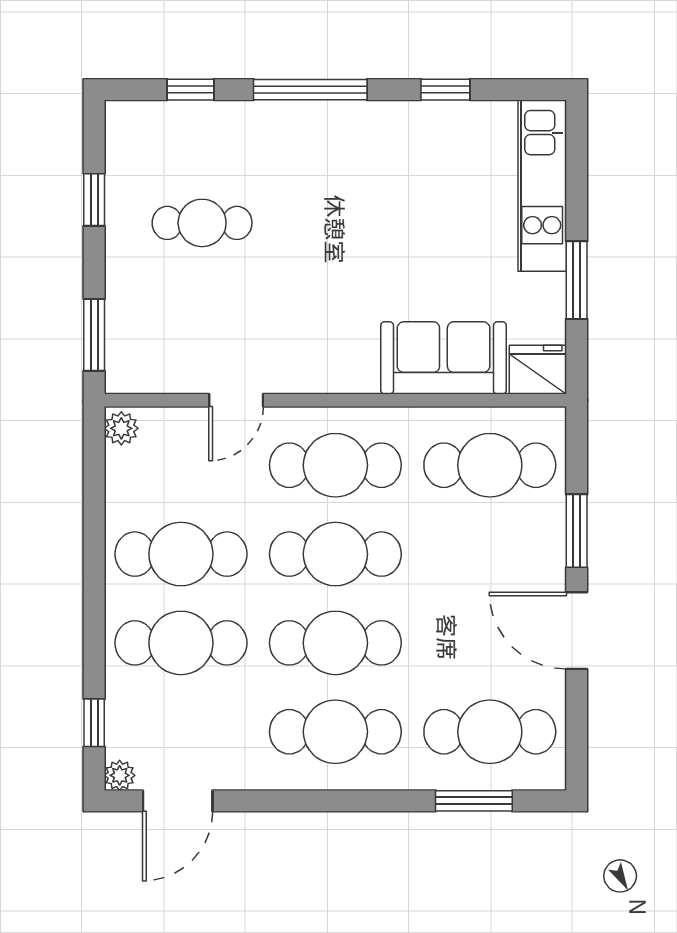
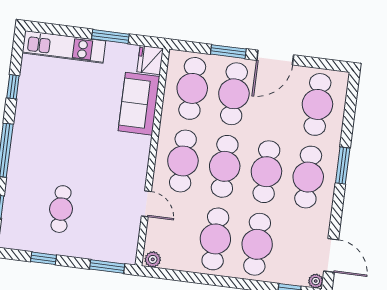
cafe table: (490, 554) -> (234, 94), added
window: (474, 801) -> (343, 165), moved

